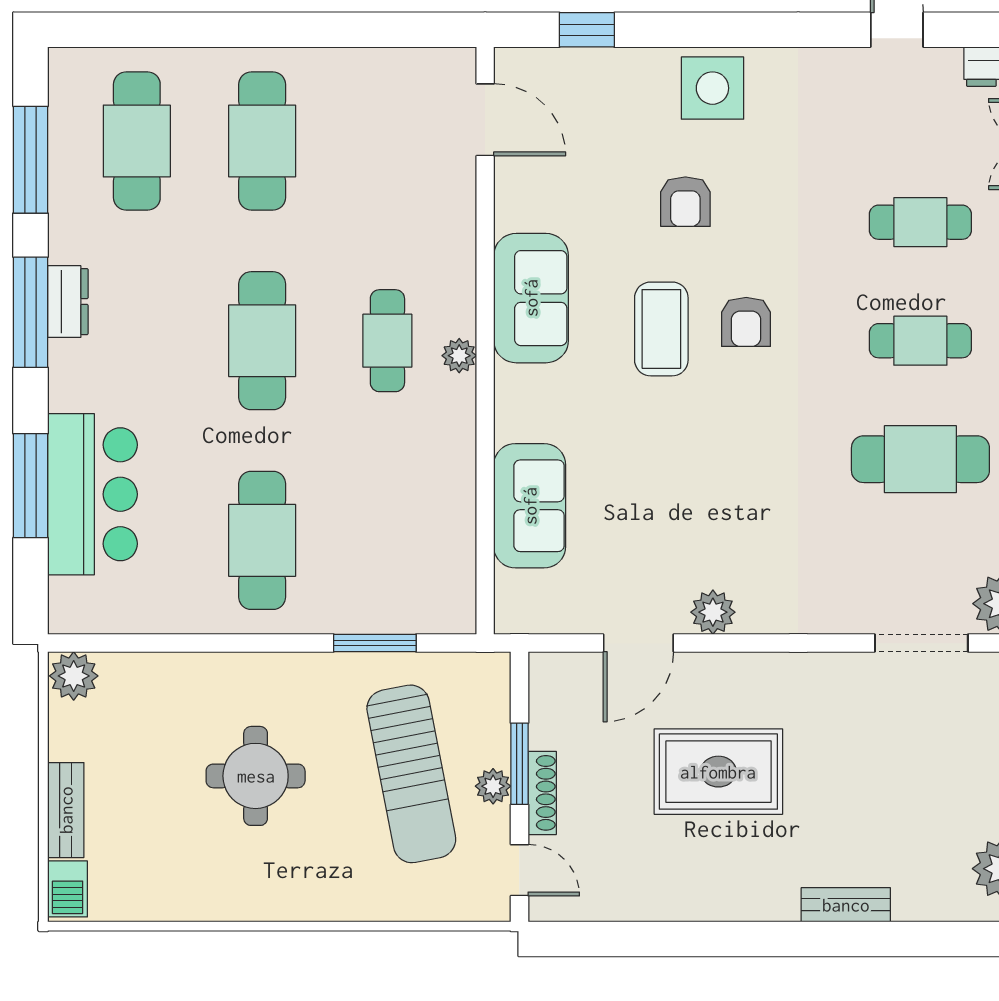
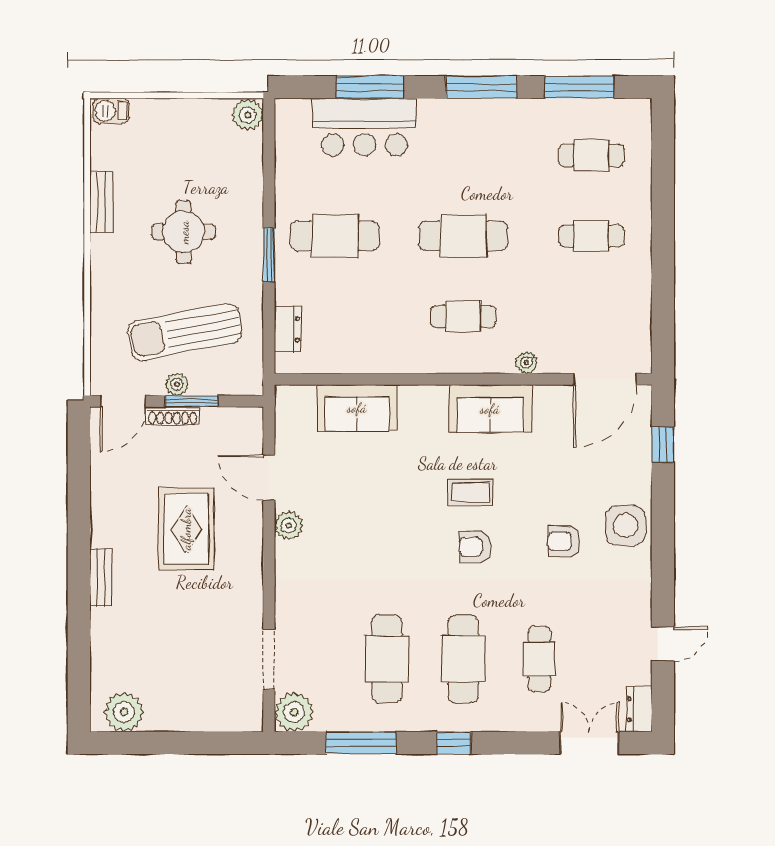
door: (485, 120) -> (605, 379), width x1.36
cafe table: (137, 141) -> (591, 155), width x0.73, depth x0.74
cafe table: (262, 141) -> (591, 236), width x0.73, depth x0.74
armchair: (685, 202) -> (564, 541), moved
dresser: (68, 302) -> (287, 329), moved, turned -90
coffee table: (661, 329) -> (471, 492), width x0.73, depth x0.77
cafe table: (920, 341) -> (463, 659), width x1.37, depth x1.35
plant: (459, 356) -> (526, 363), moved
window: (375, 643) -> (269, 255), moved
bench: (66, 810) -> (101, 202), moved, turned 90
door: (519, 870) -> (123, 401), width x1.38
bench: (846, 905) -> (101, 578), moved

